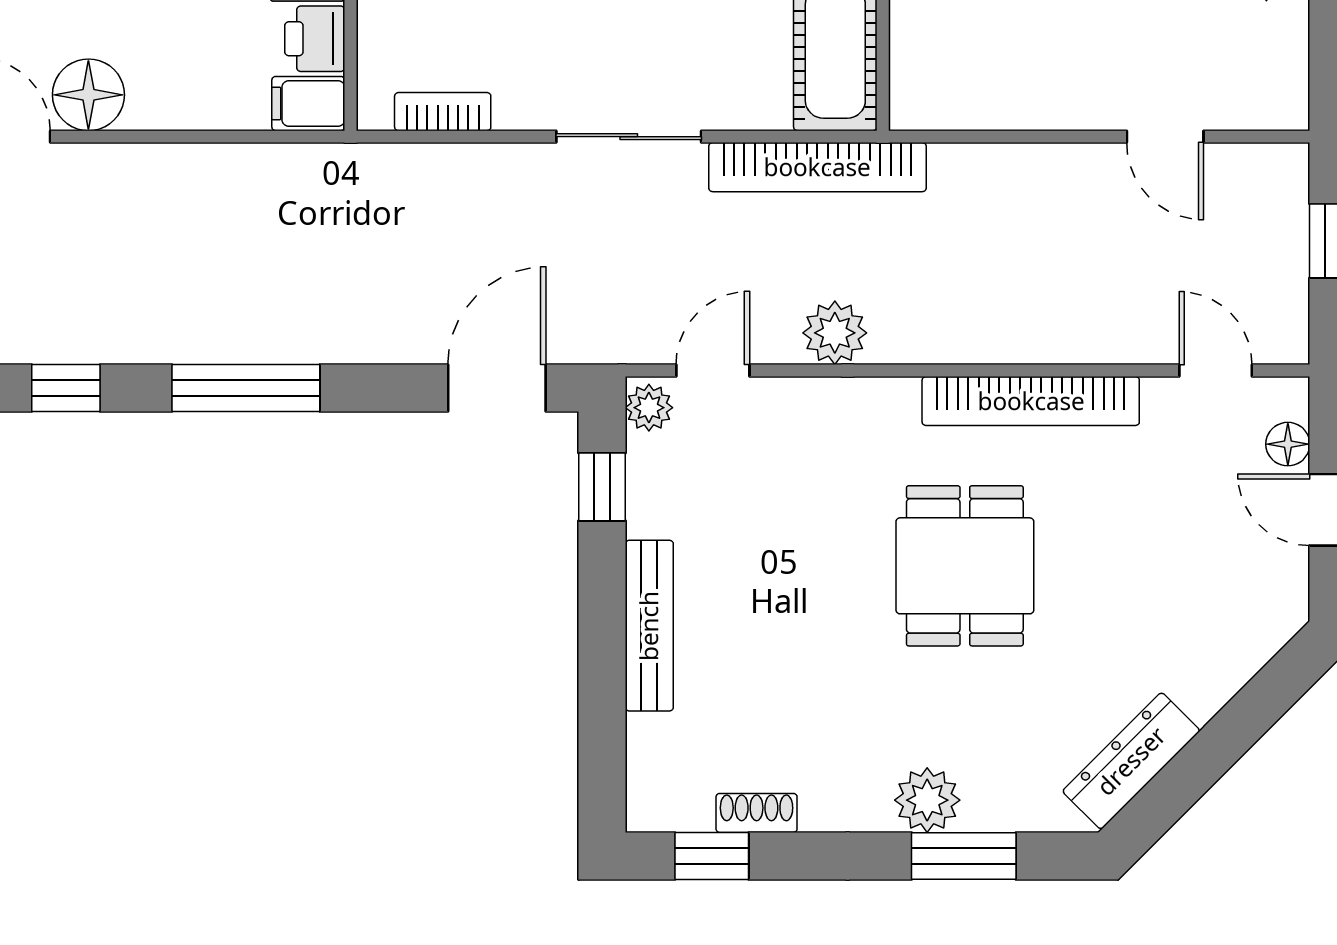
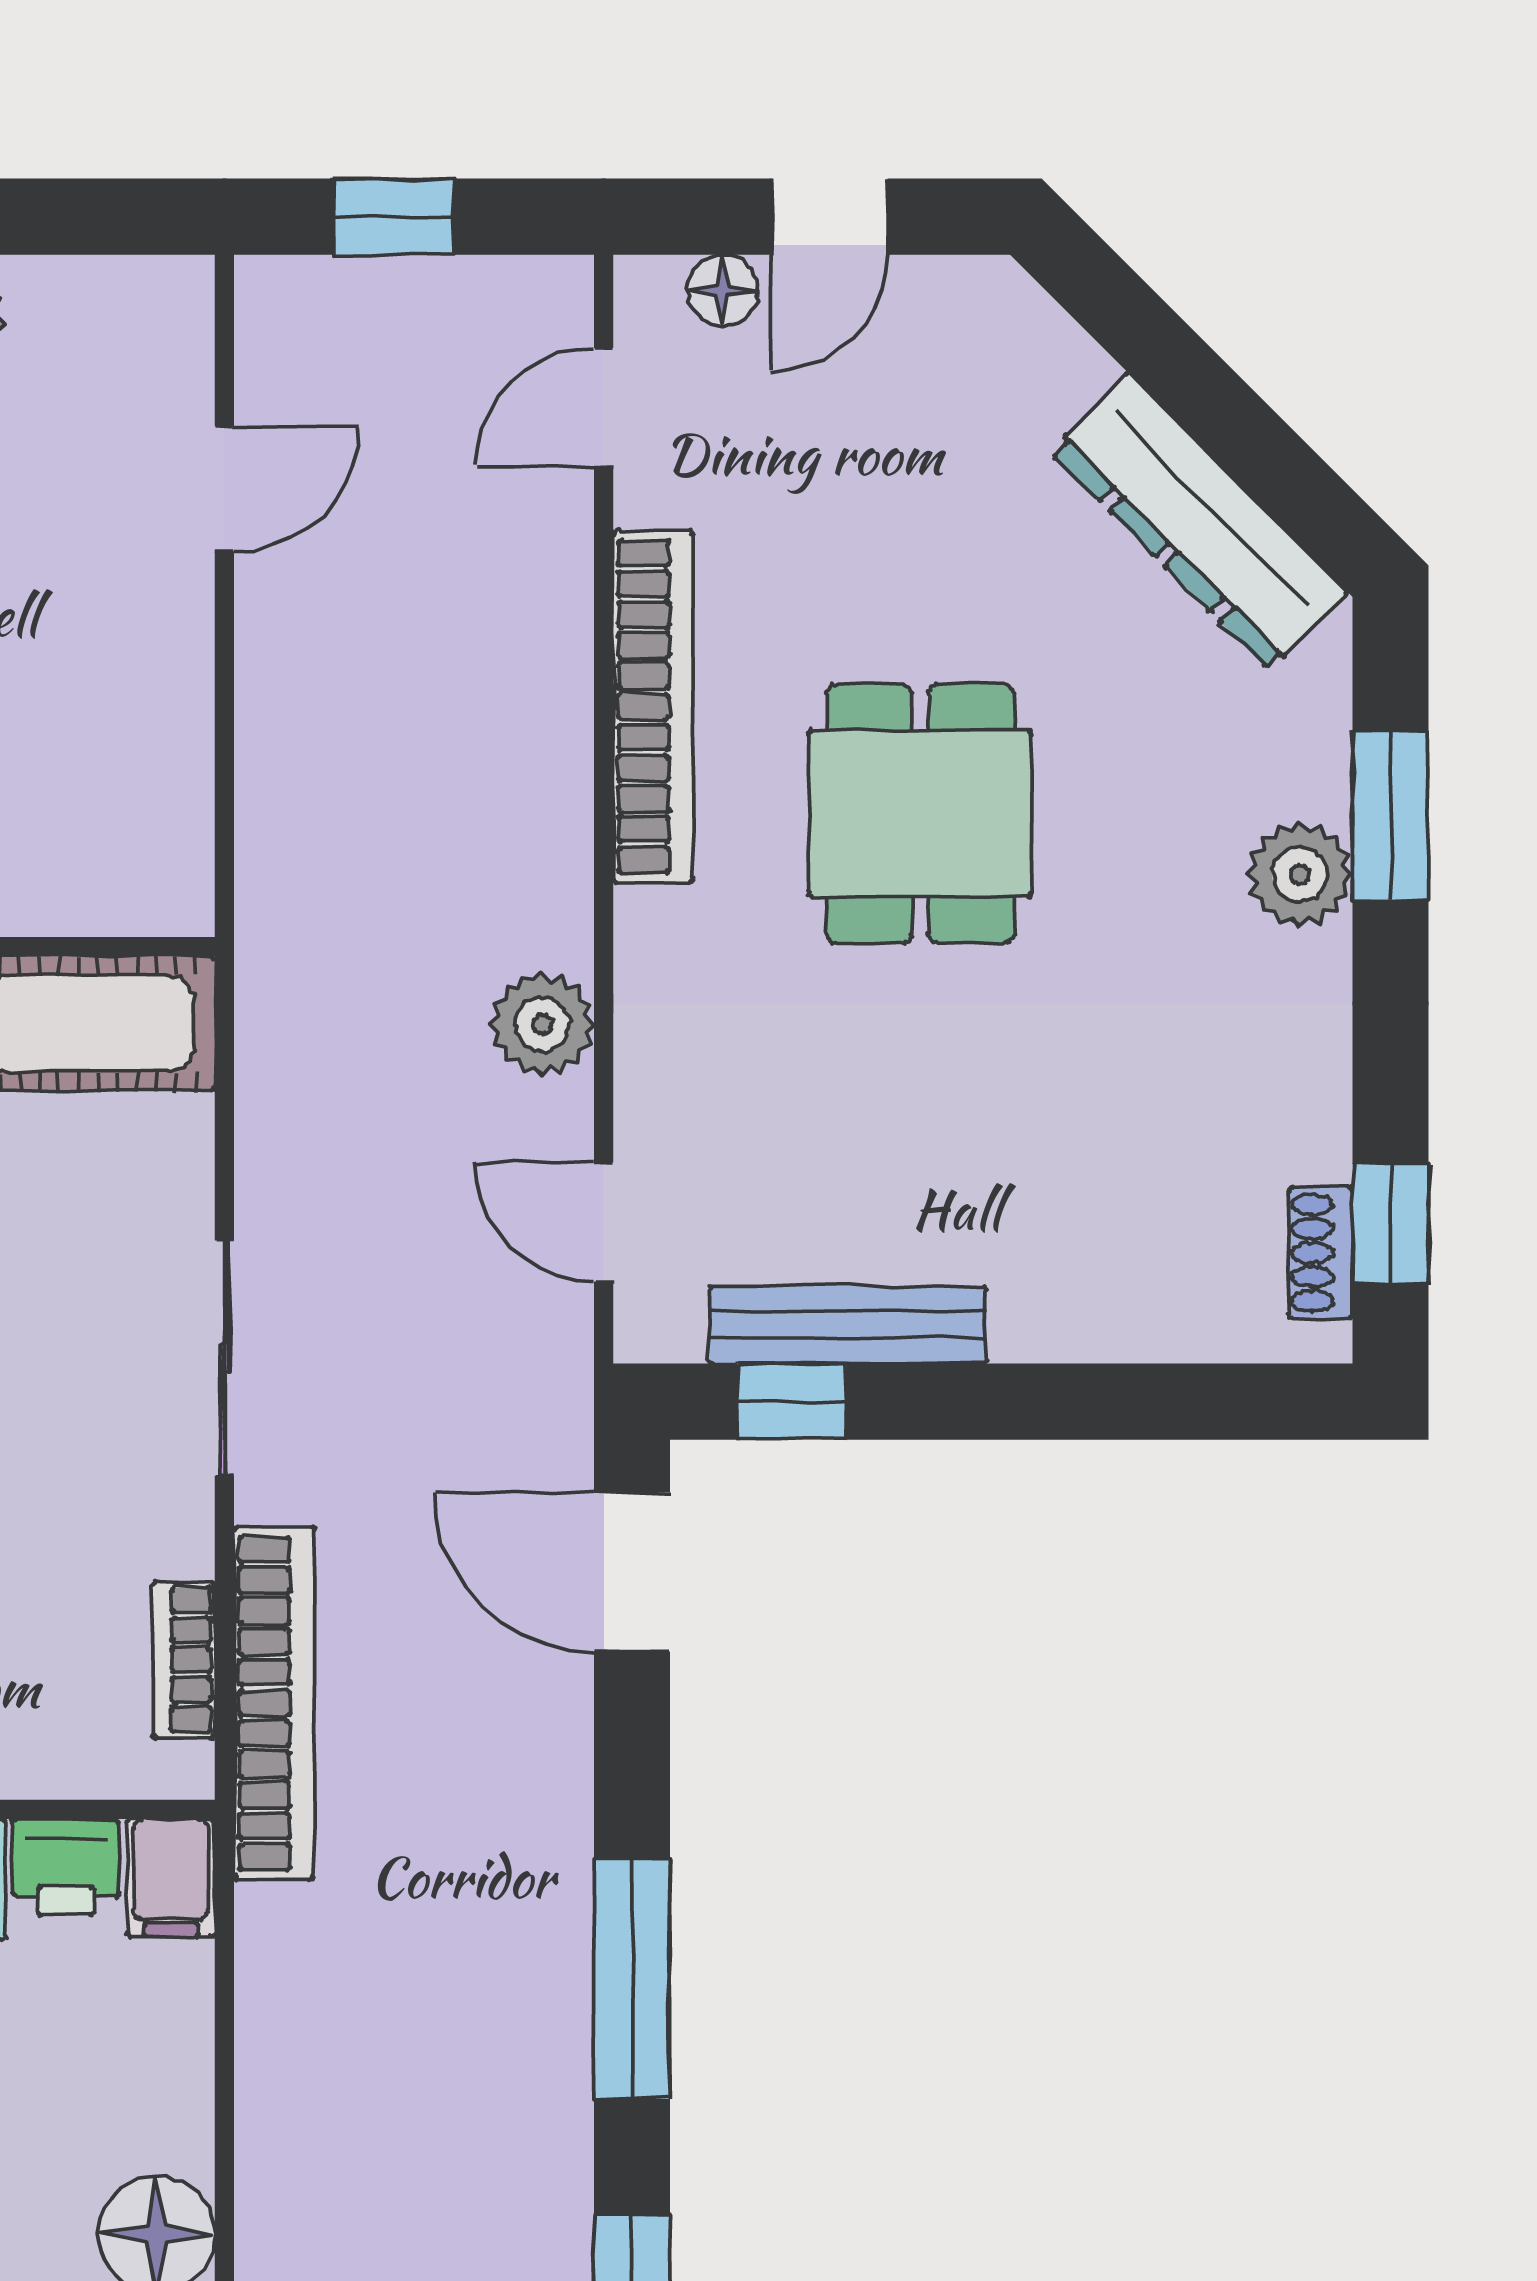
bookcase: (817, 167) -> (274, 1703), moved
plant: (649, 408) -> (664, 1325), removed
dining table: (965, 566) -> (920, 813), turned 90
bench: (649, 626) -> (848, 1325), moved
dresser: (1131, 761) -> (1199, 522), width x1.37, depth x1.24
shoe rack: (757, 813) -> (1321, 1253), moved

